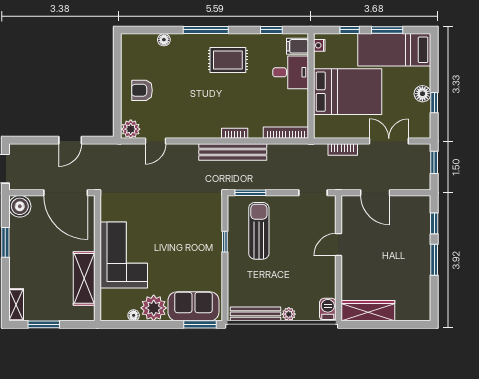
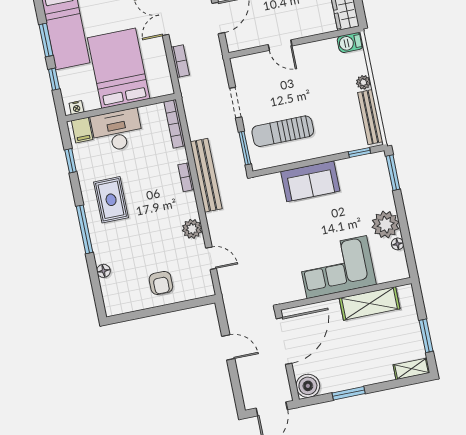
desk: (291, 72) -> (117, 130), width x1.37
plant: (131, 129) -> (192, 229), moved
doorway: (313, 193) -> (236, 103), moved
window: (225, 242) -> (359, 153), moved
sofa: (193, 306) -> (310, 181), moved, turned -90

